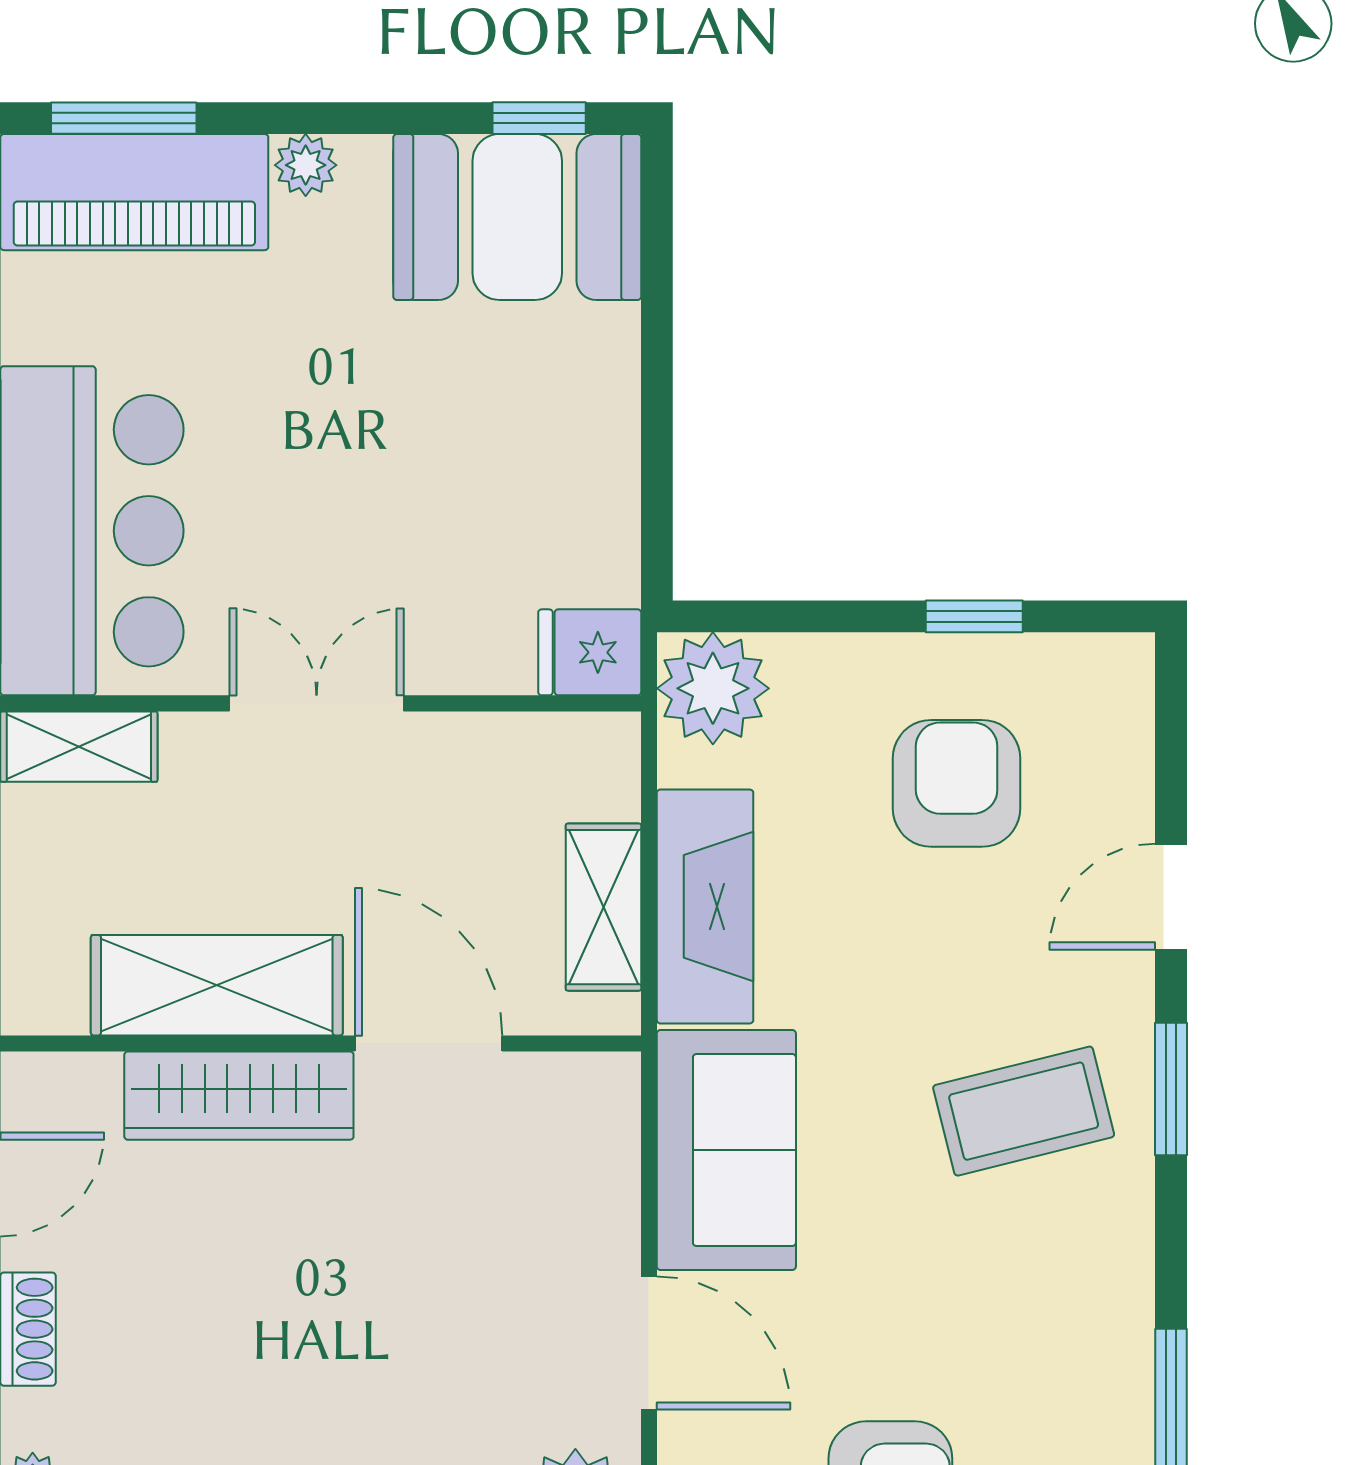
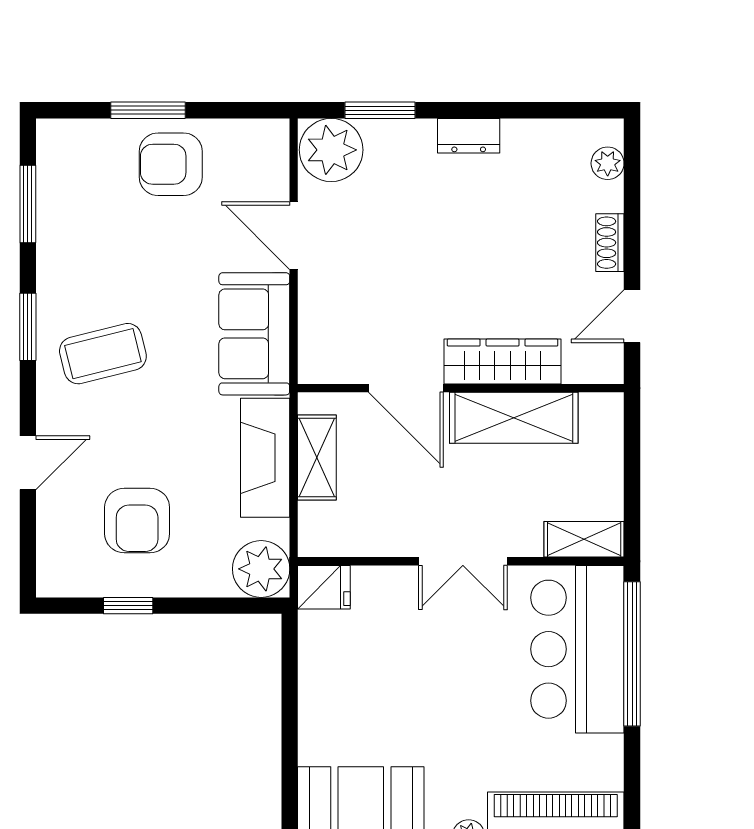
window: (1171, 1089) -> (28, 327), moved

